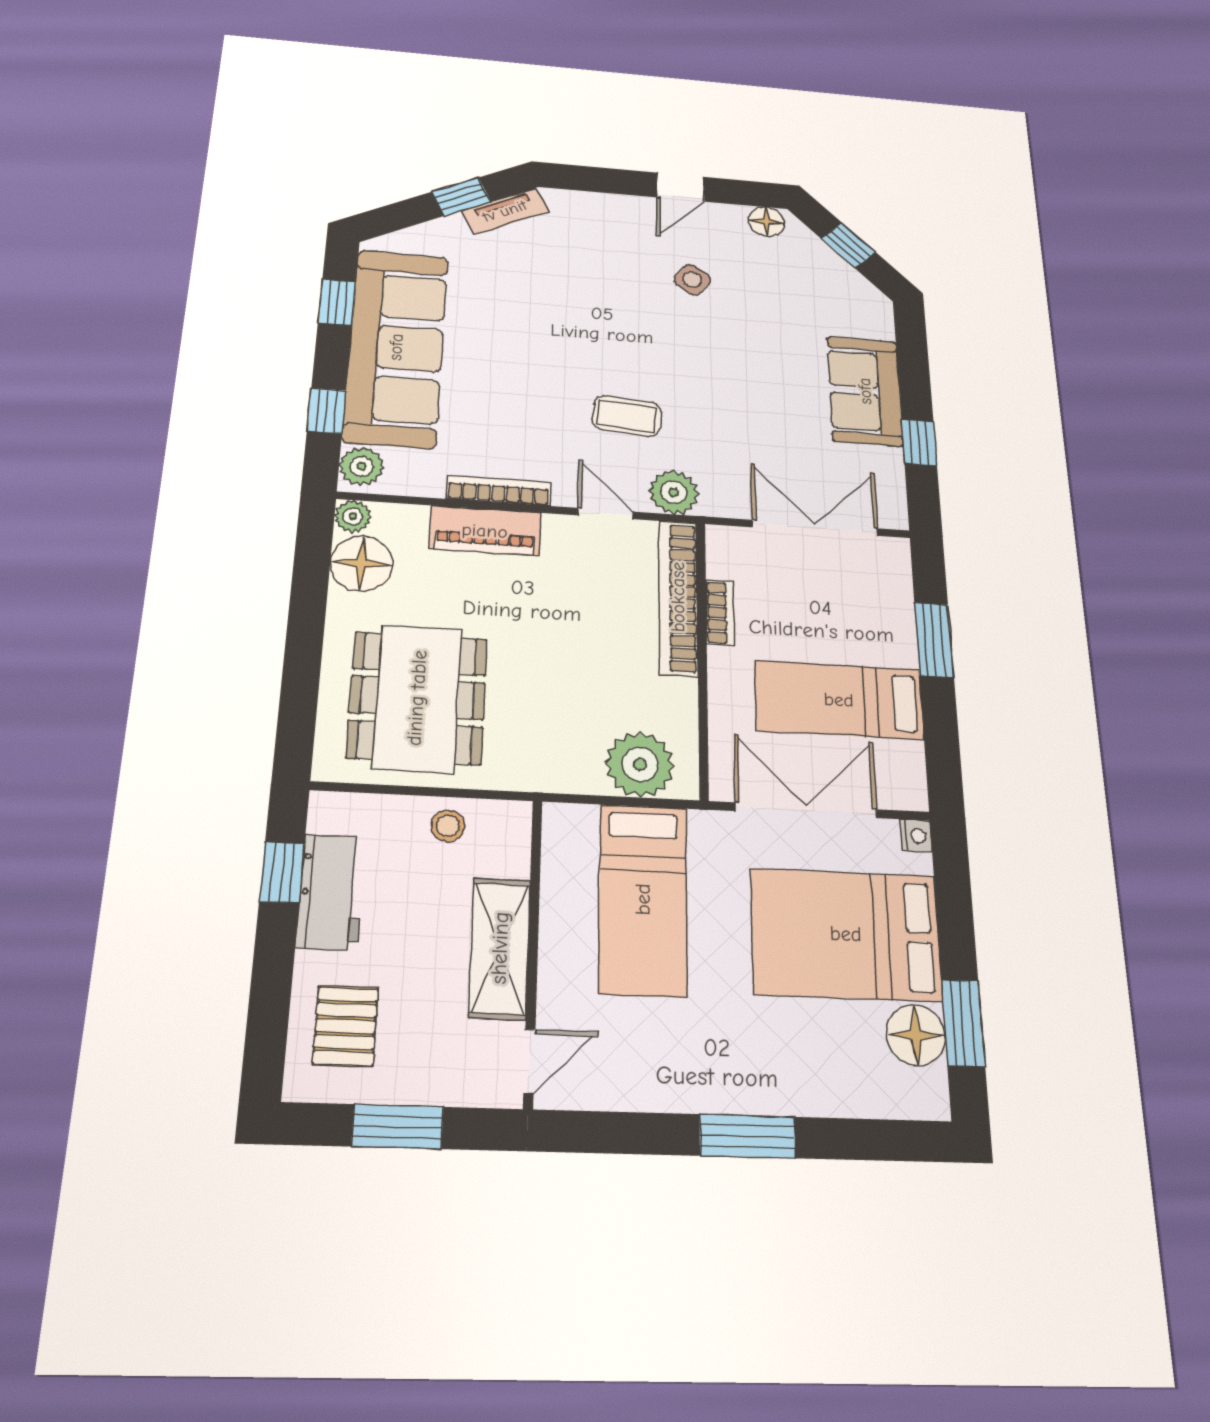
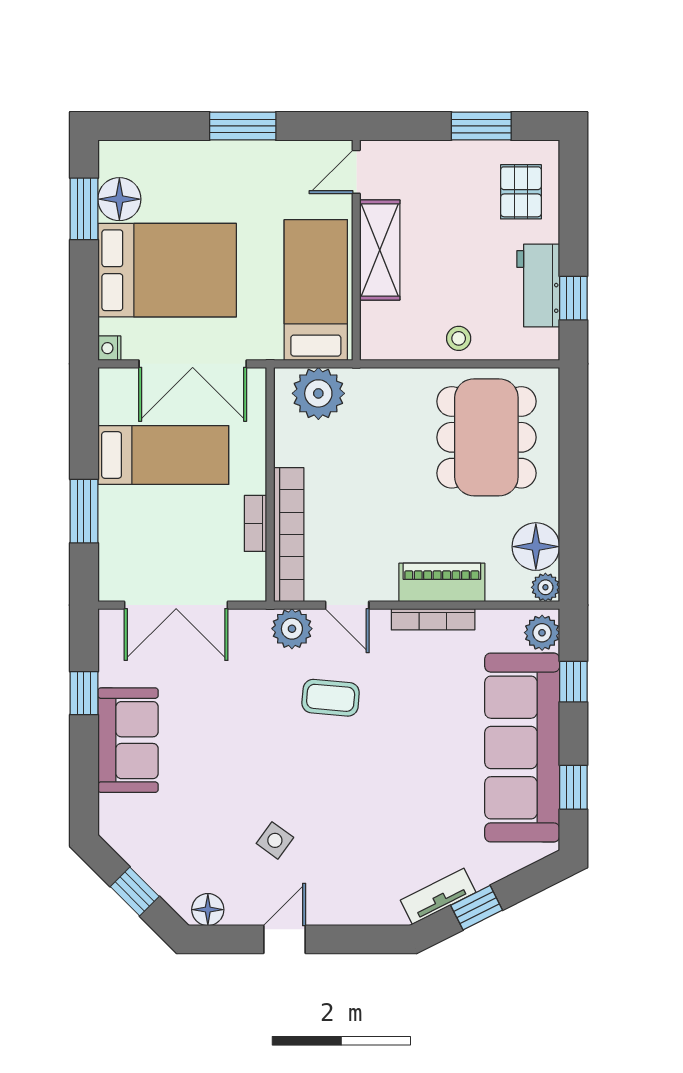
shelving: (500, 948) -> (380, 250), moved
wall: (533, 949) -> (356, 250), moved
door: (529, 1061) -> (356, 172), moved

